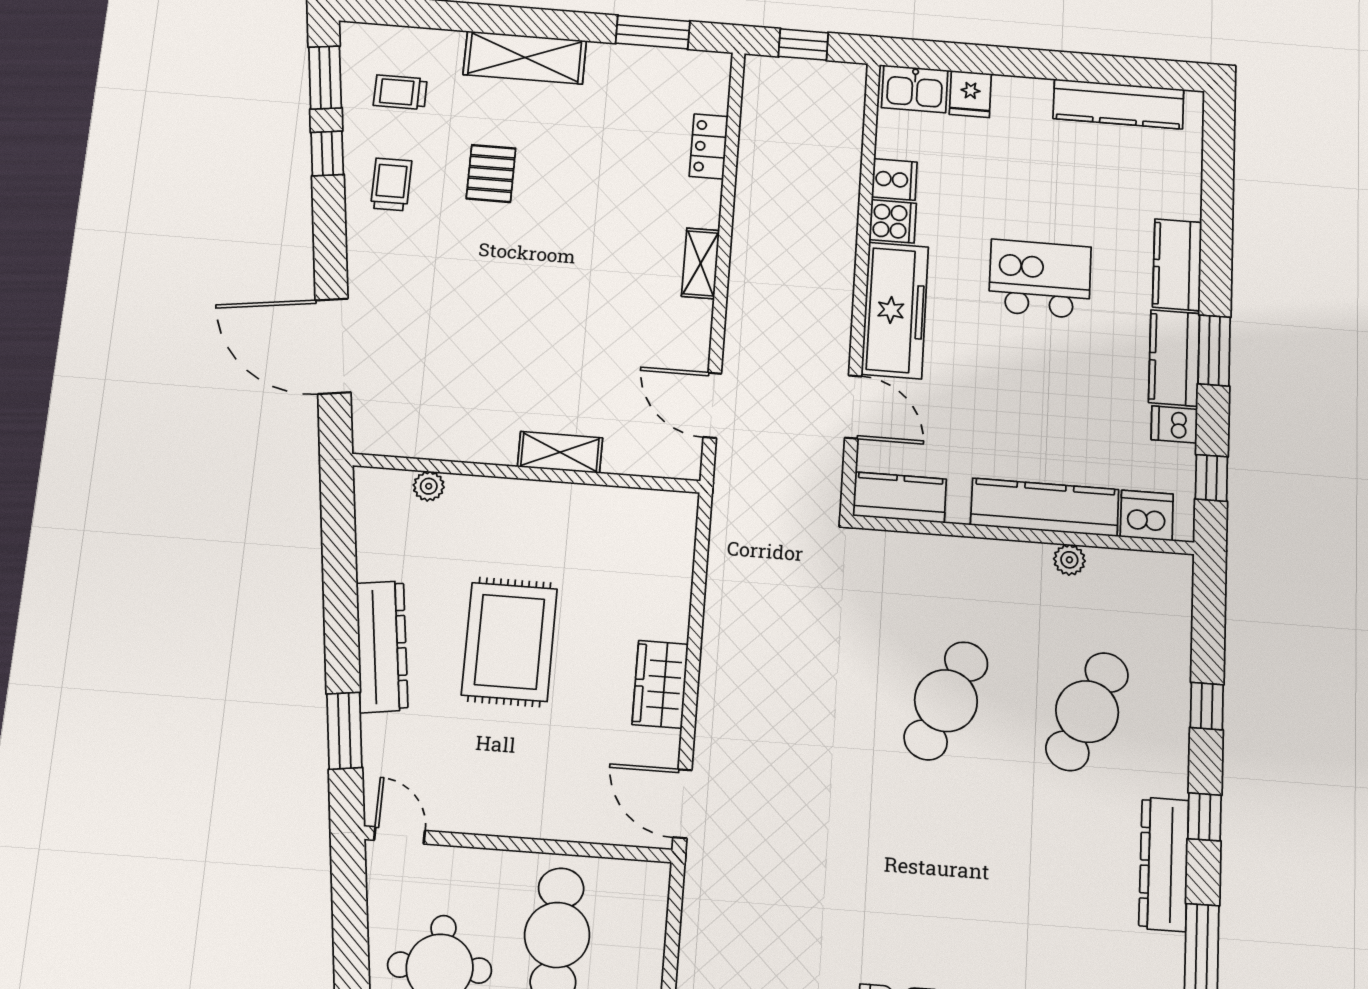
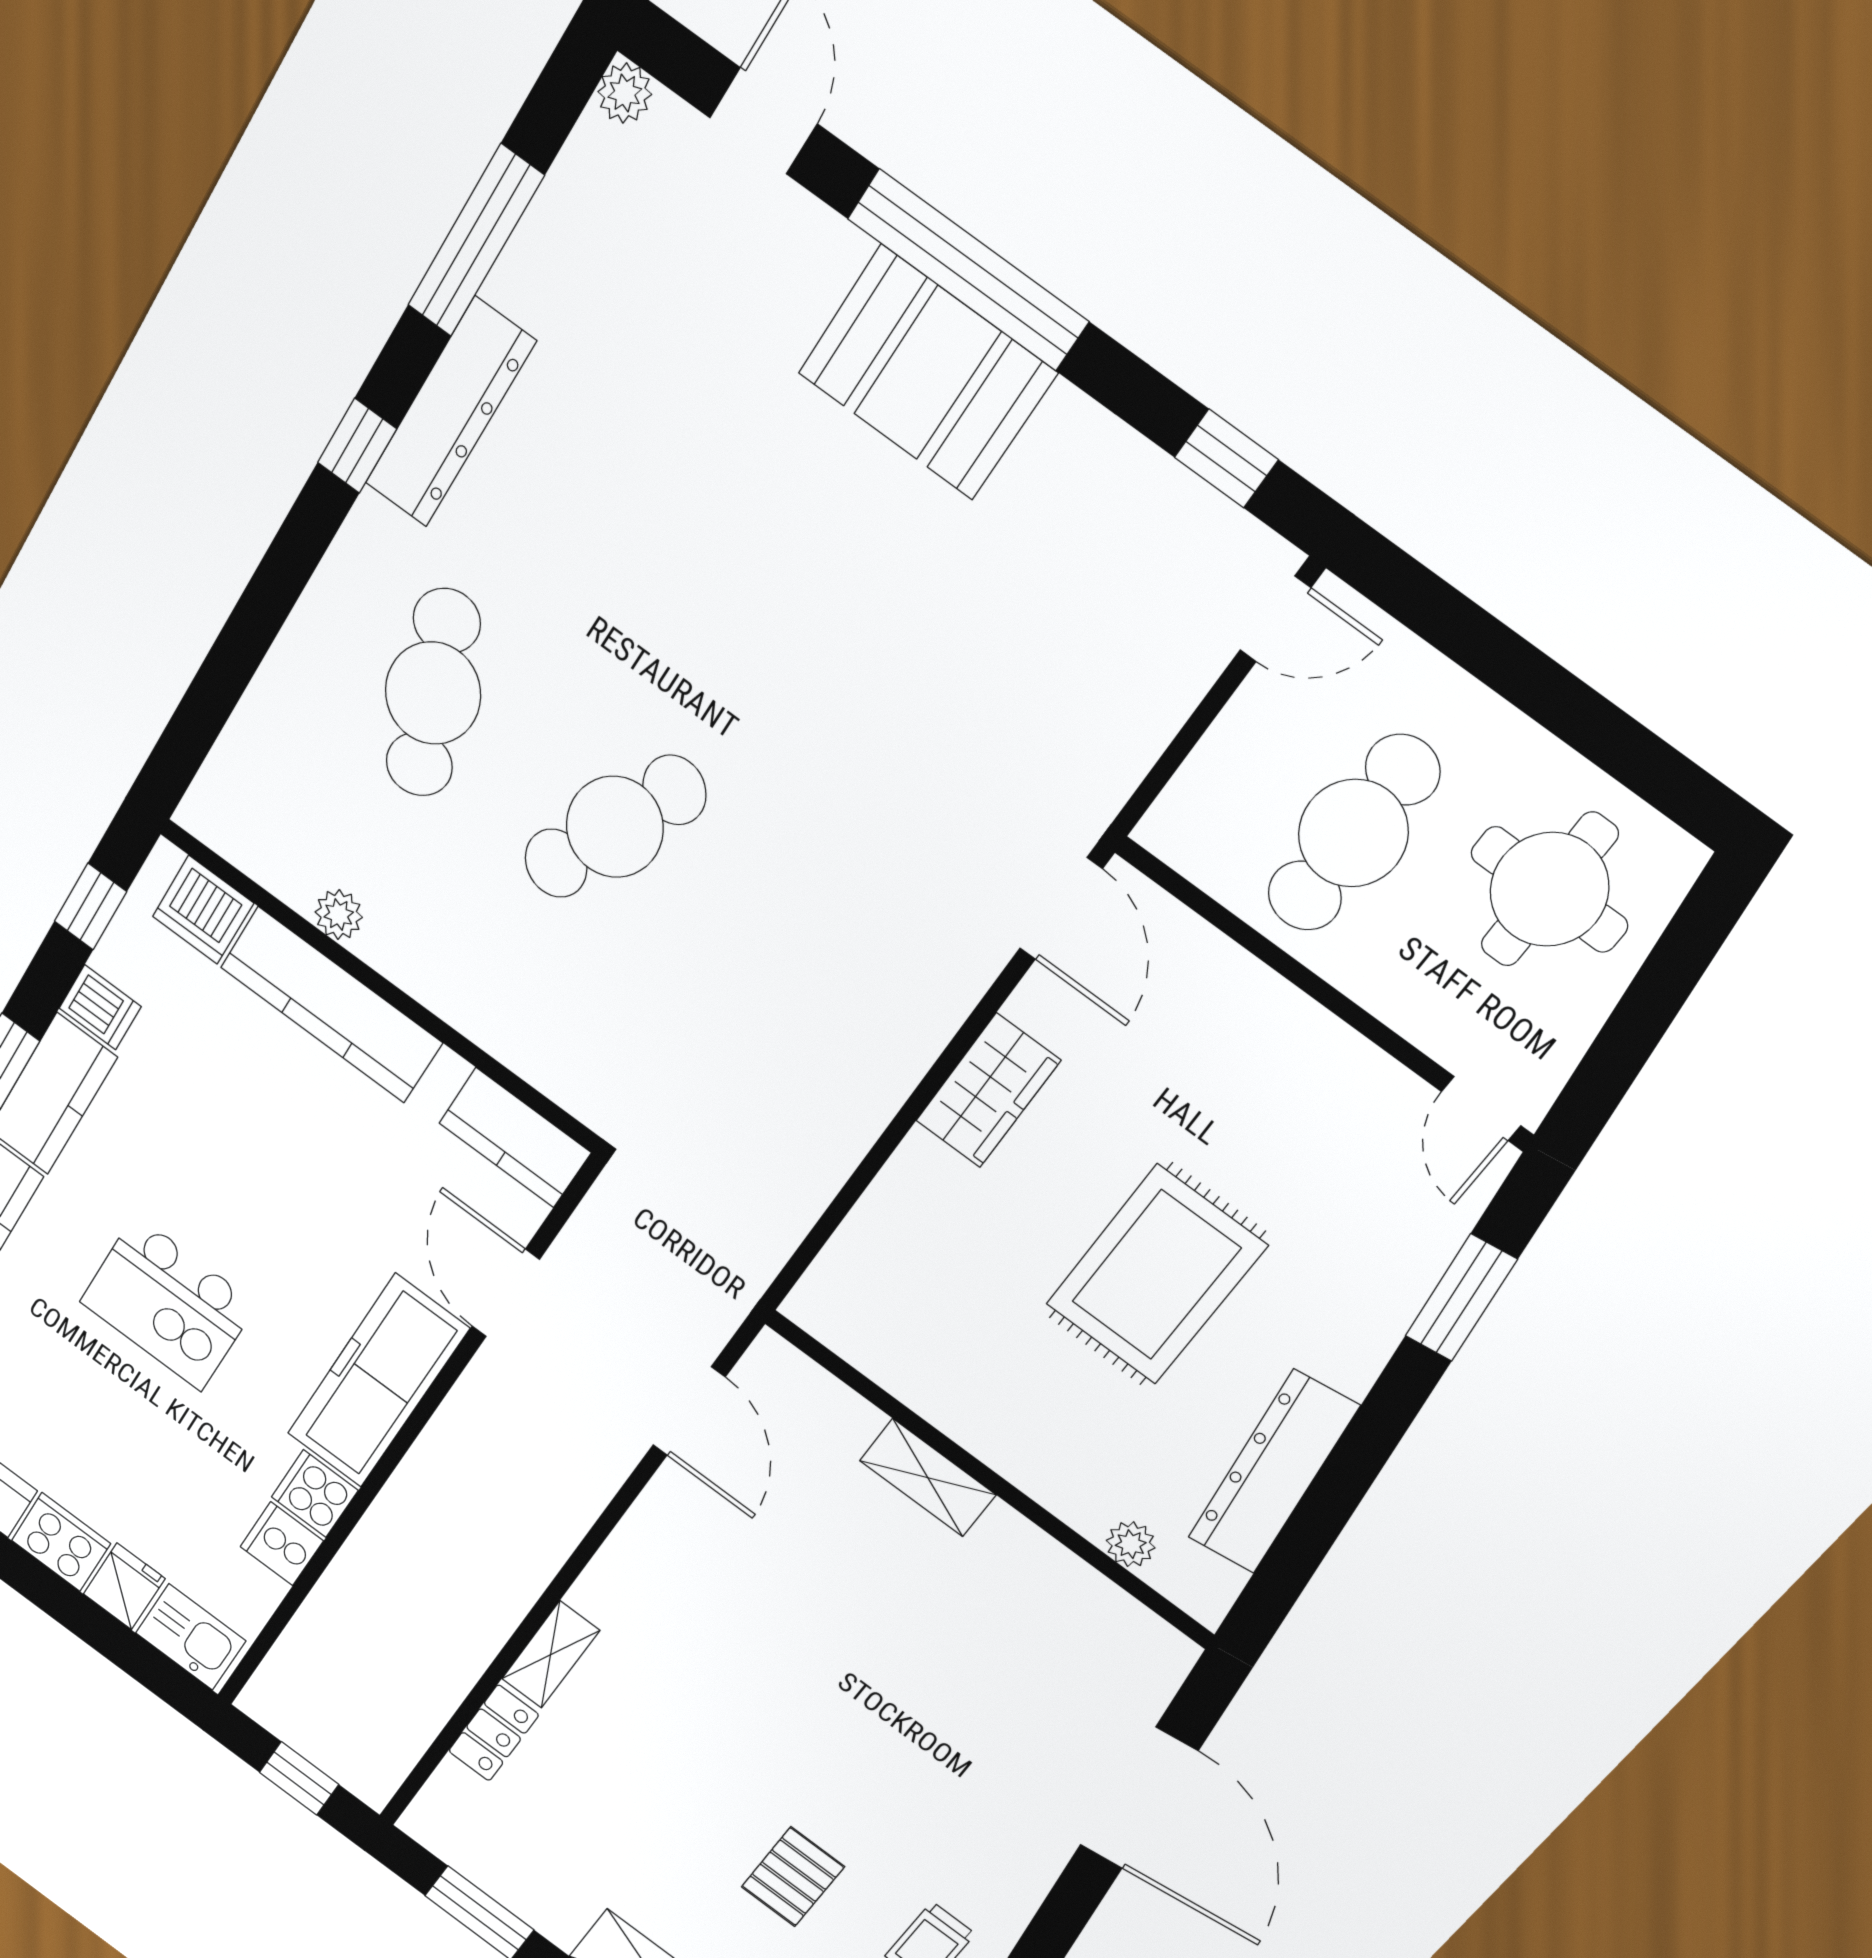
cooker: (1022, 97) -> (61, 1542), added
shelving: (701, 263) -> (551, 1655), moved
dresser: (382, 646) -> (1273, 1472), moved
window: (1207, 706) -> (268, 600), removed
cafe table: (1087, 712) -> (433, 693), turned -45

